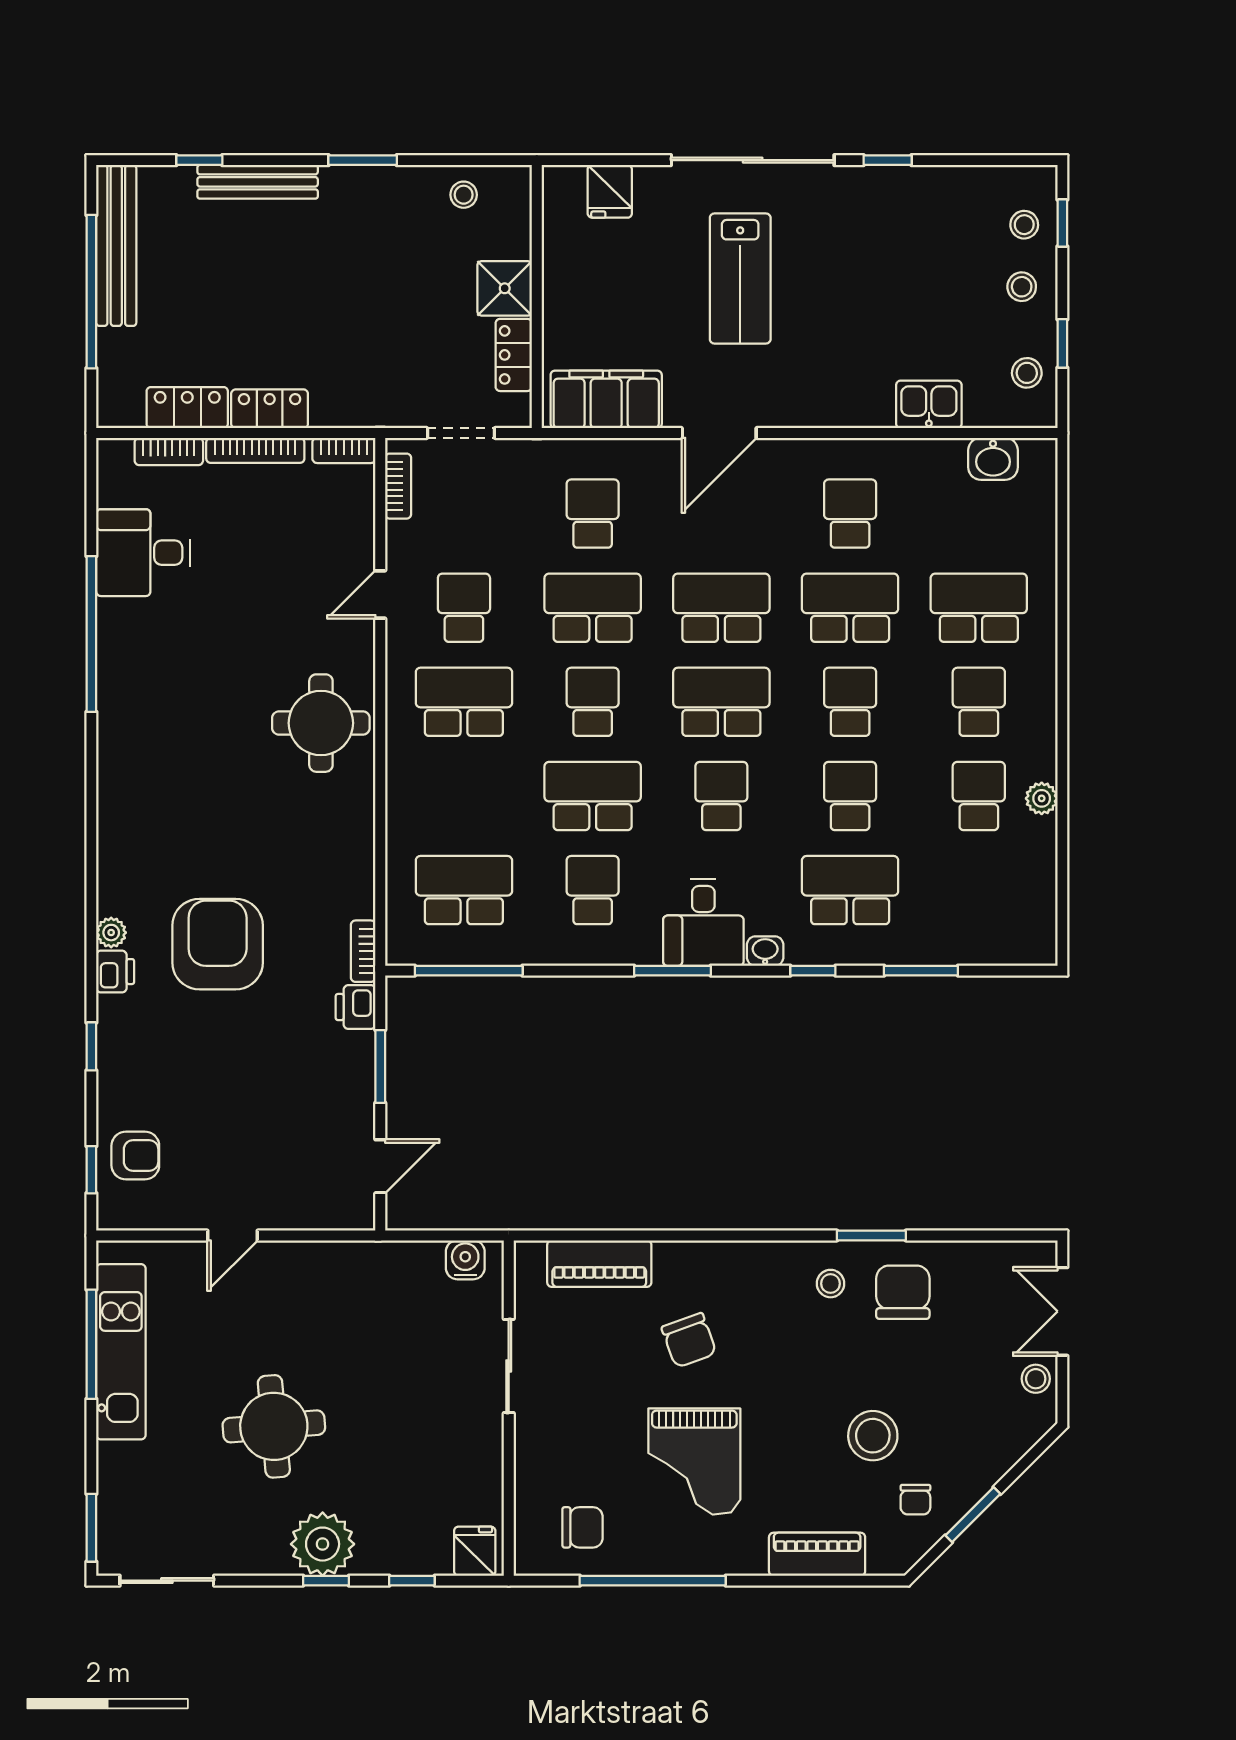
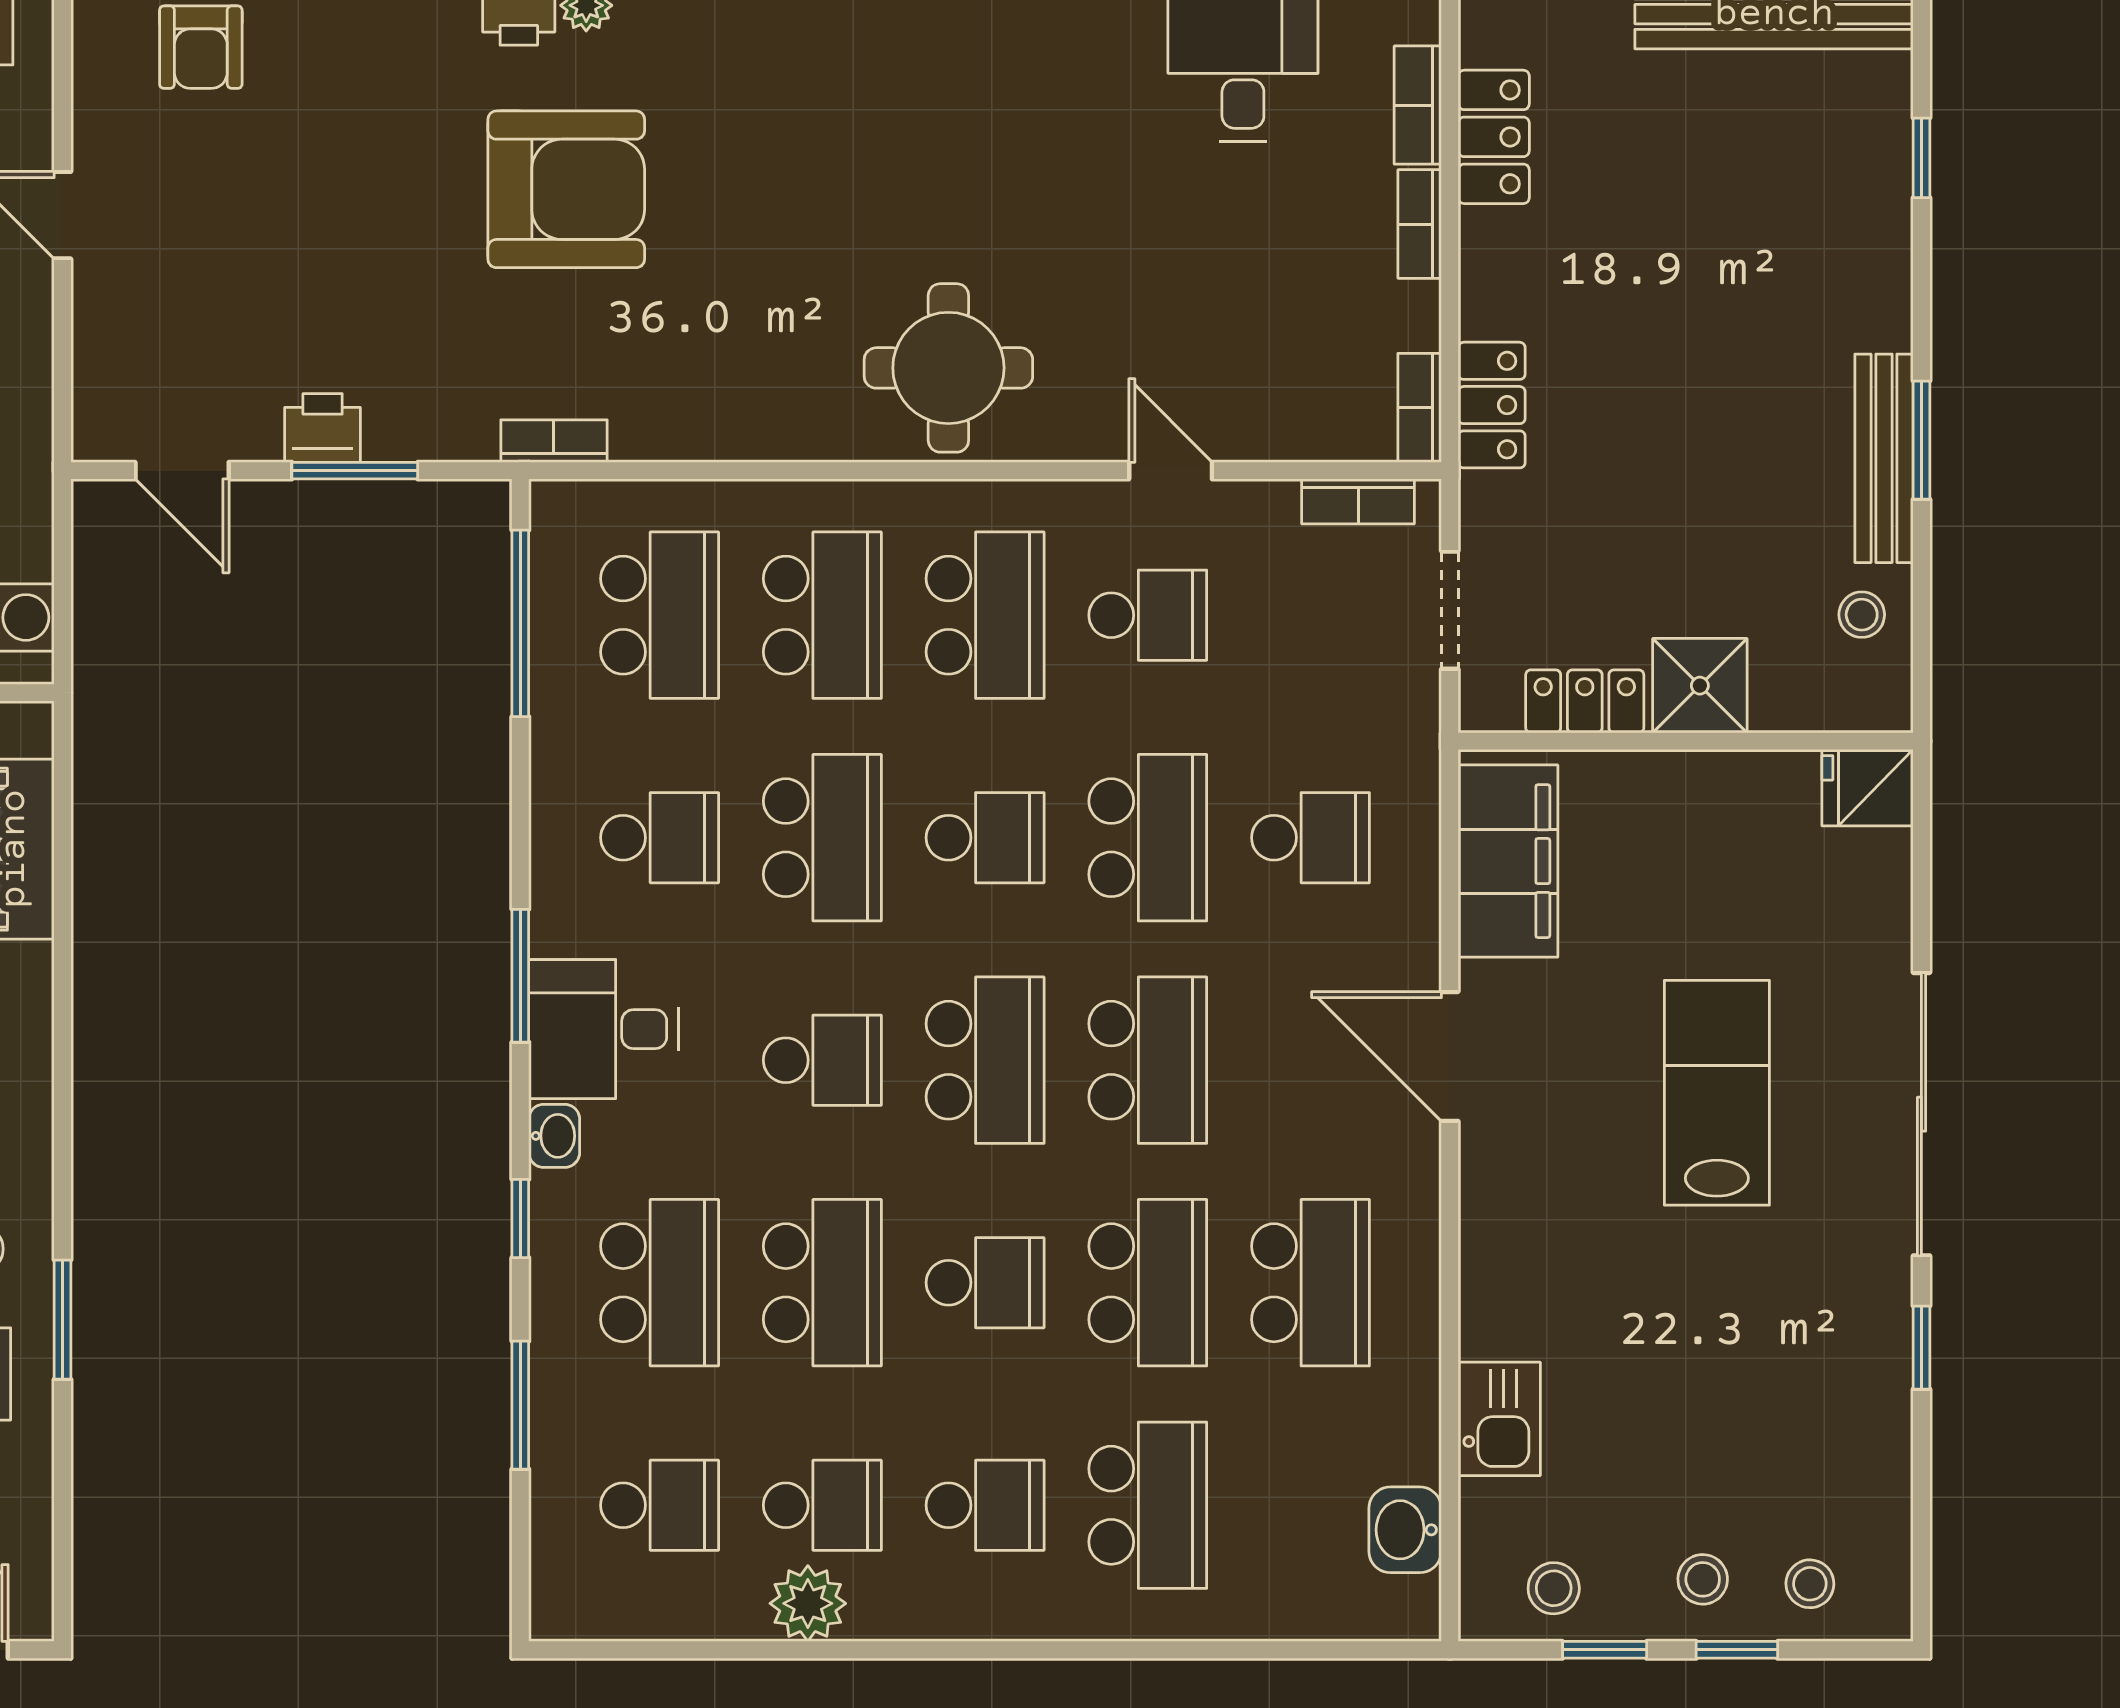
bench: (258, 182) -> (1884, 458), moved
fridge: (610, 191) -> (1868, 788), moved
window: (1062, 223) -> (1737, 1650), moved
lab bench: (740, 278) -> (1717, 1093), turned 90
locker: (270, 409) -> (1492, 405), moved
bookcase: (255, 450) -> (1420, 224), width x0.64
school desk: (850, 514) -> (1310, 1283), width x1.85
school desk: (464, 796) -> (822, 615), added
school desk: (850, 796) -> (822, 1283), width x1.85
plant: (1042, 798) -> (808, 1603), width x1.38, depth x1.38
school desk: (979, 890) -> (660, 1505), added
printer: (356, 1007) -> (323, 428), moved

